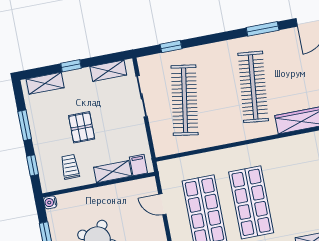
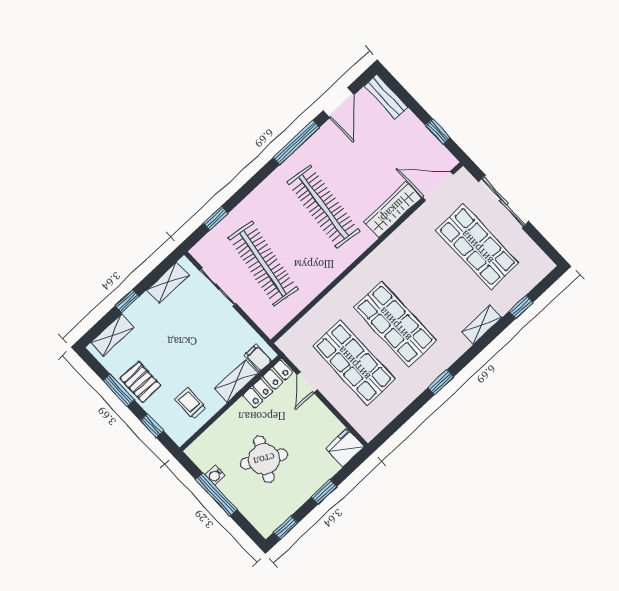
window: (263, 29) -> (296, 142), width x1.44
pallet: (82, 127) -> (140, 382), moved
locker: (134, 188) -> (268, 384), added
water cooler: (50, 202) -> (215, 475), moved
door: (162, 204) -> (307, 382), hinge flipped

